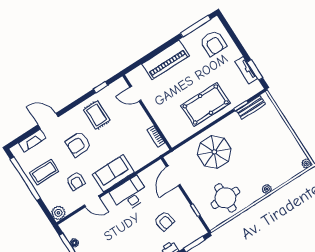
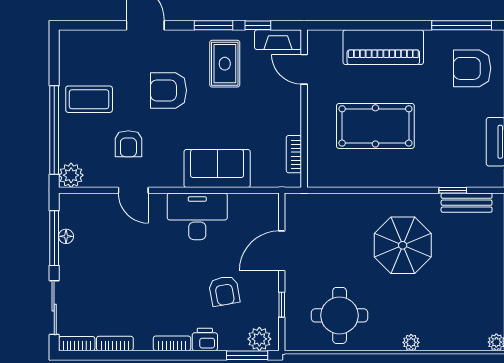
armchair: (213, 43) -> (472, 68), turned 90
window: (80, 100) -> (213, 25), added
pool table: (206, 104) -> (375, 126), moved
fireplace: (32, 141) -> (278, 40), moved
parasol: (214, 152) -> (403, 245), moved
sofa: (113, 173) -> (217, 168), moved
door: (173, 176) -> (282, 251), moved
window: (25, 179) -> (54, 130), moved
plant: (195, 233) -> (259, 339), added

